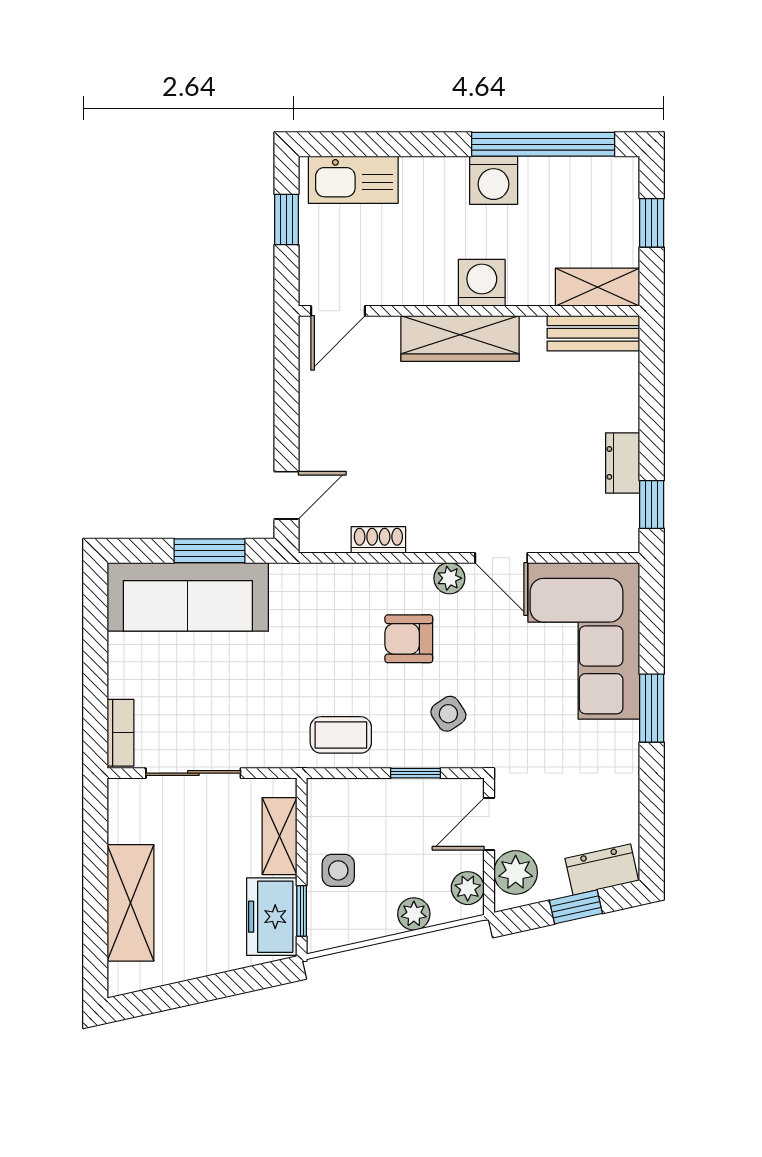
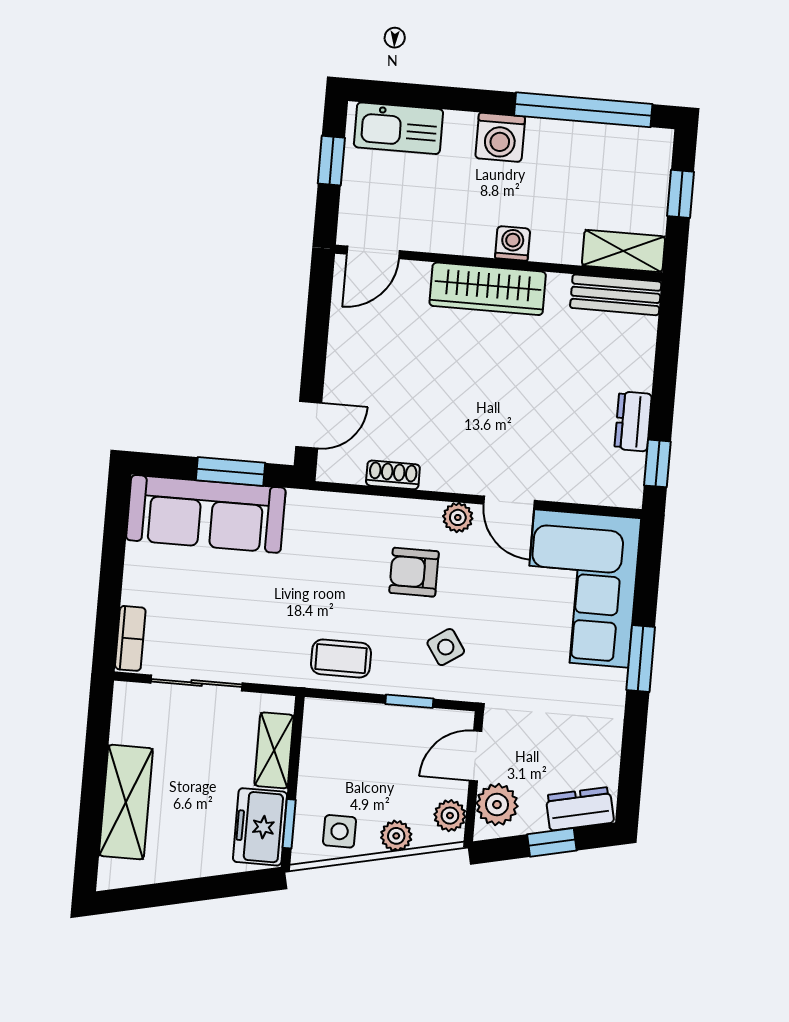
washing machine: (494, 180) -> (500, 137), moved
washing machine: (482, 283) -> (513, 243), width x0.73, depth x0.73
side table: (338, 870) -> (340, 831), moved

